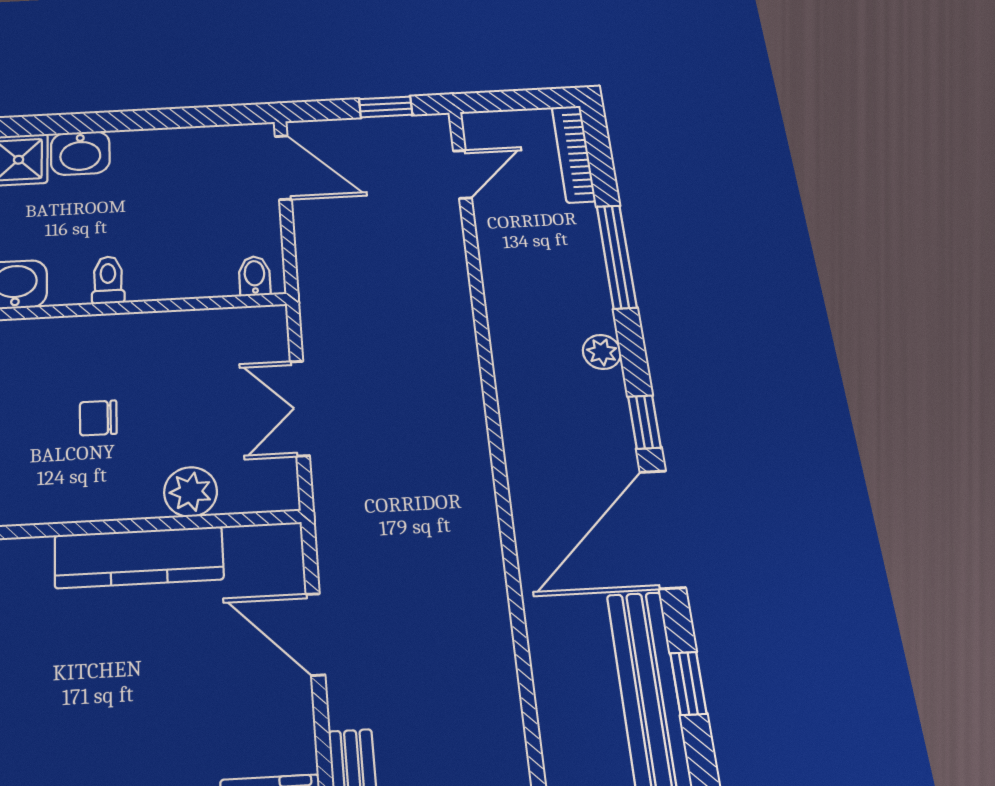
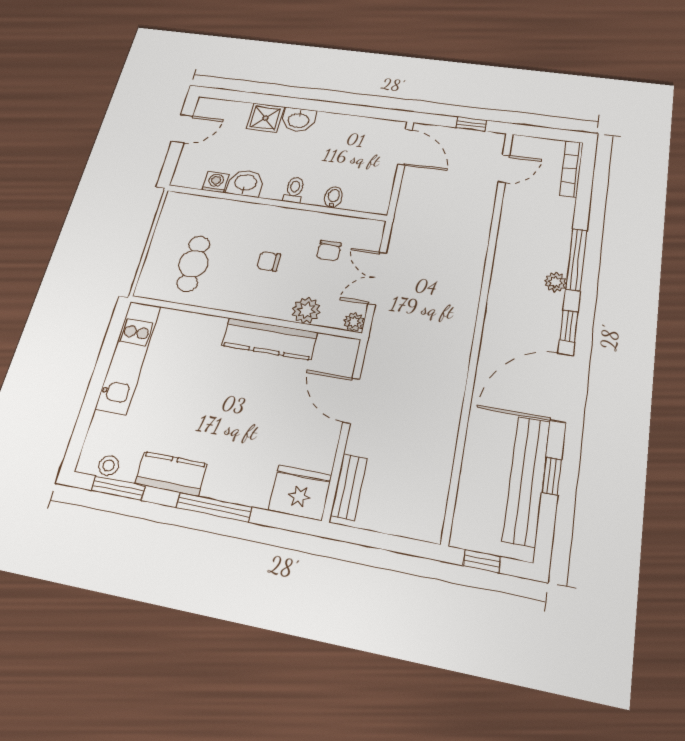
window: (617, 257) -> (576, 259), moved
bidet: (255, 276) -> (333, 197), moved
chair: (201, 376) -> (329, 251), added
plant: (281, 494) -> (354, 322), added

